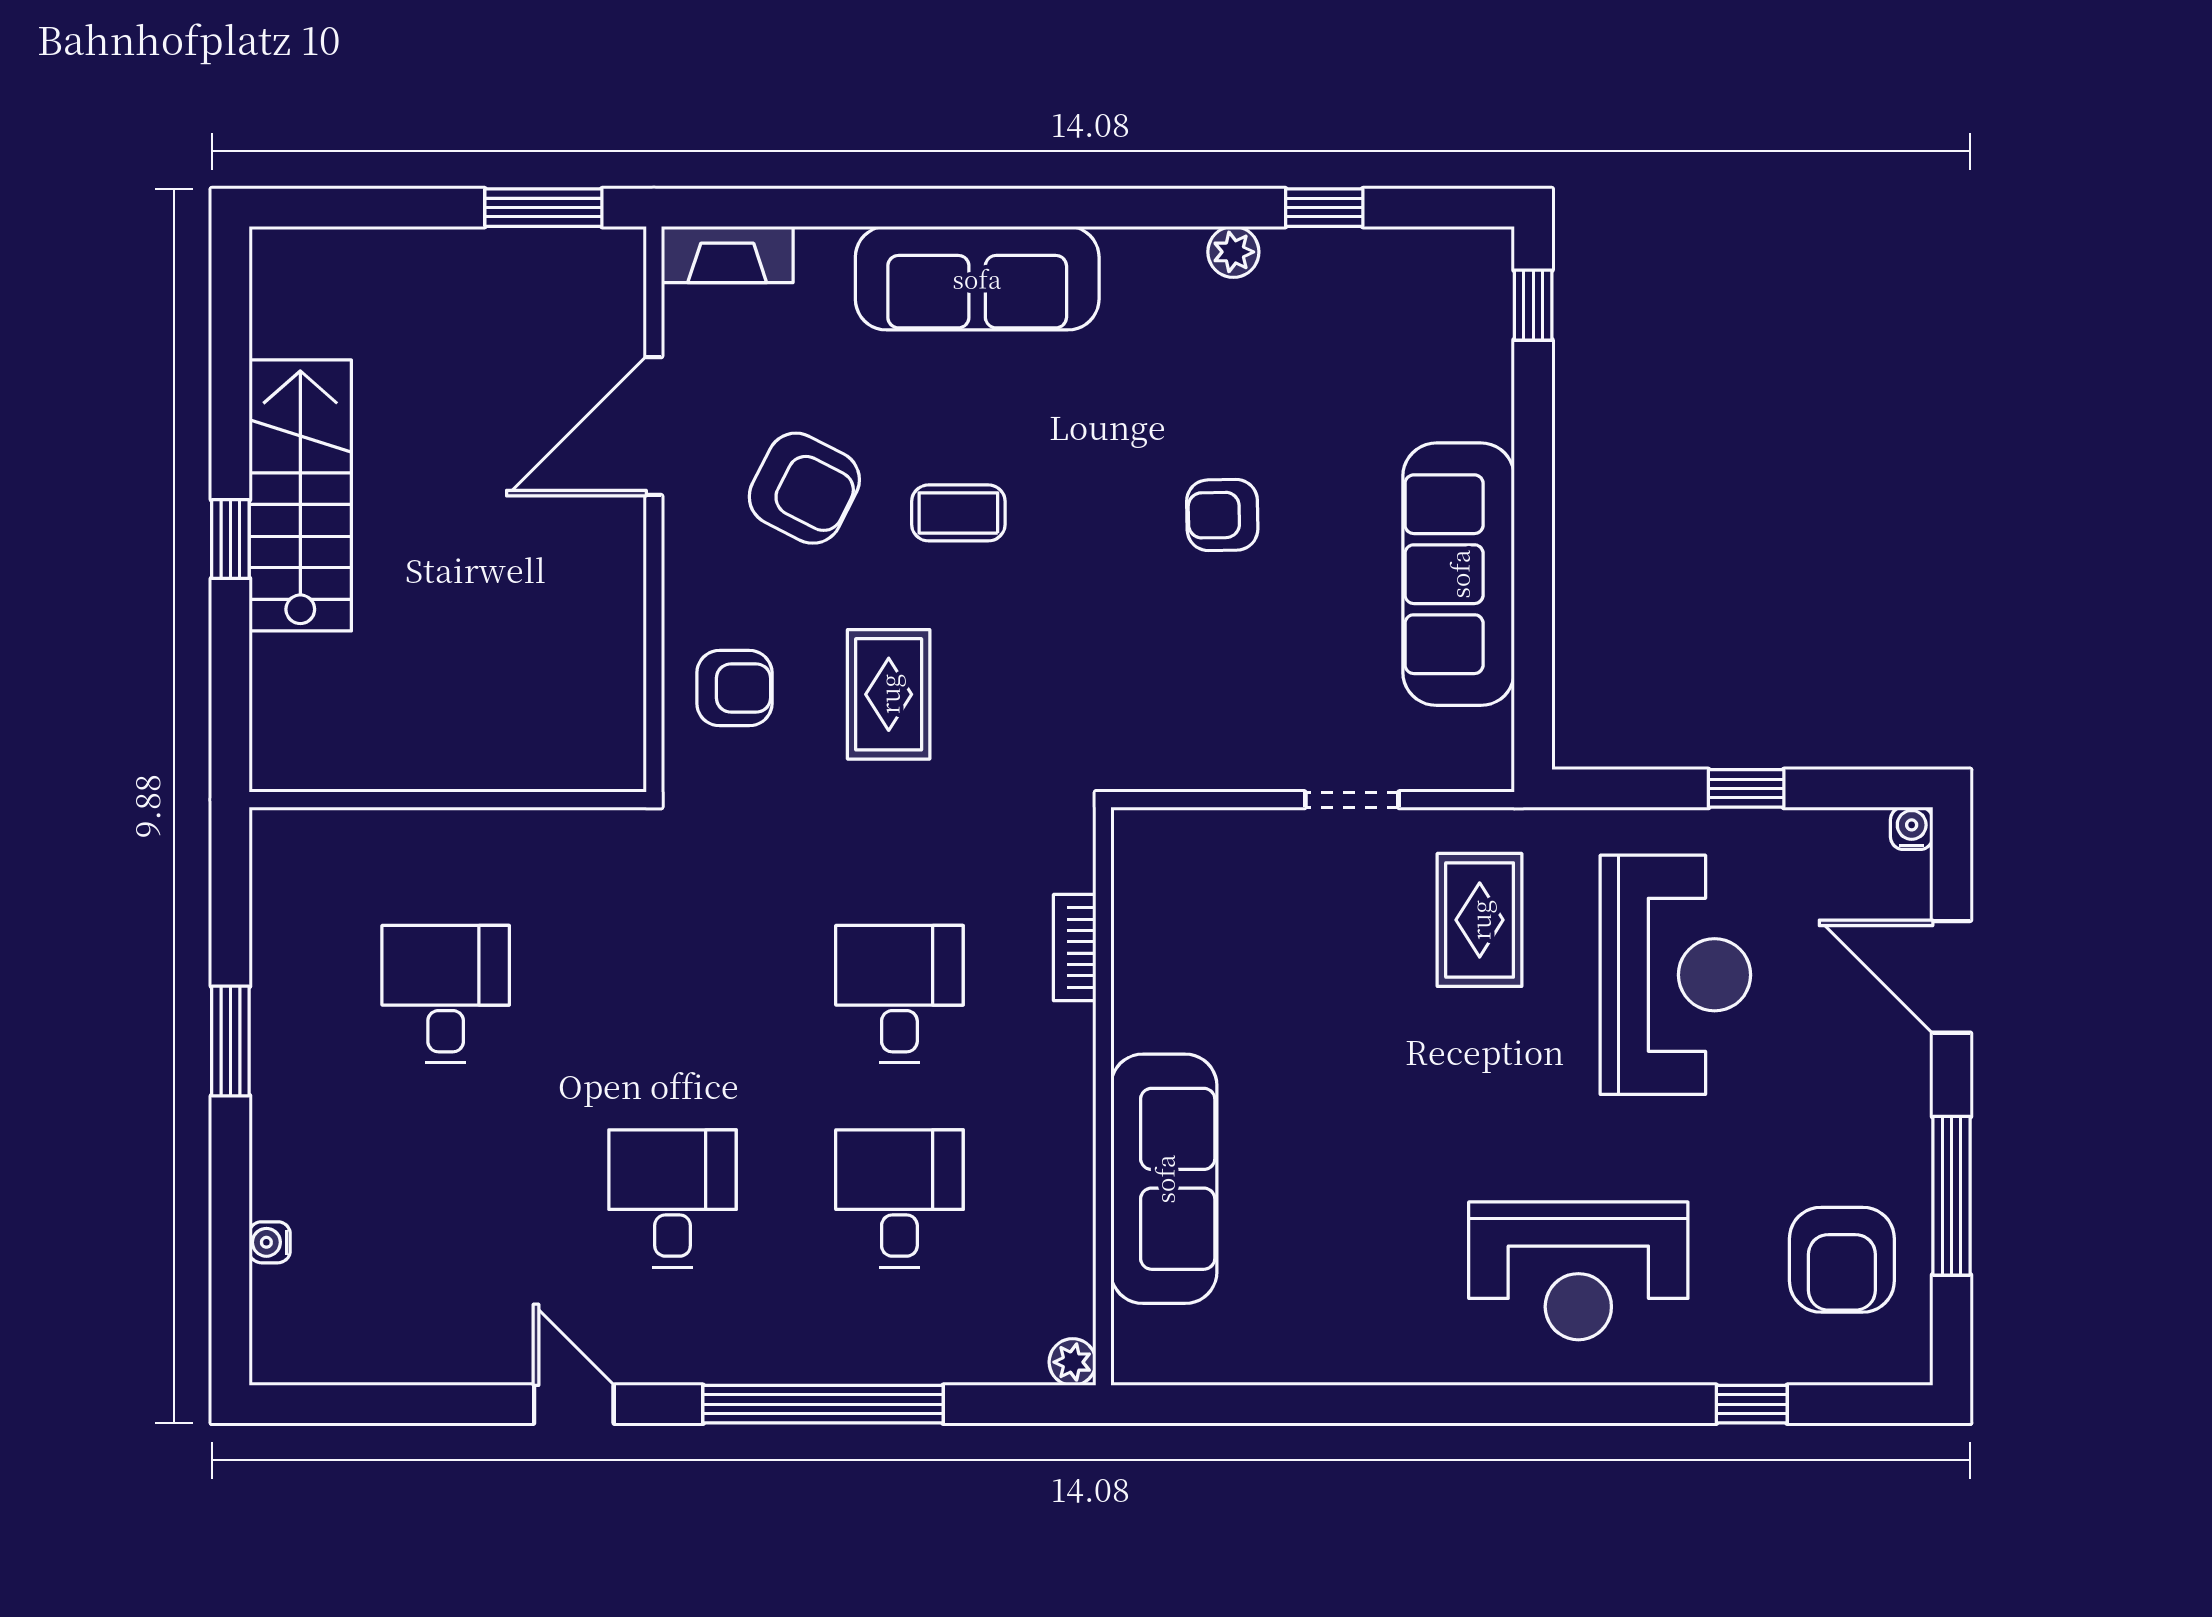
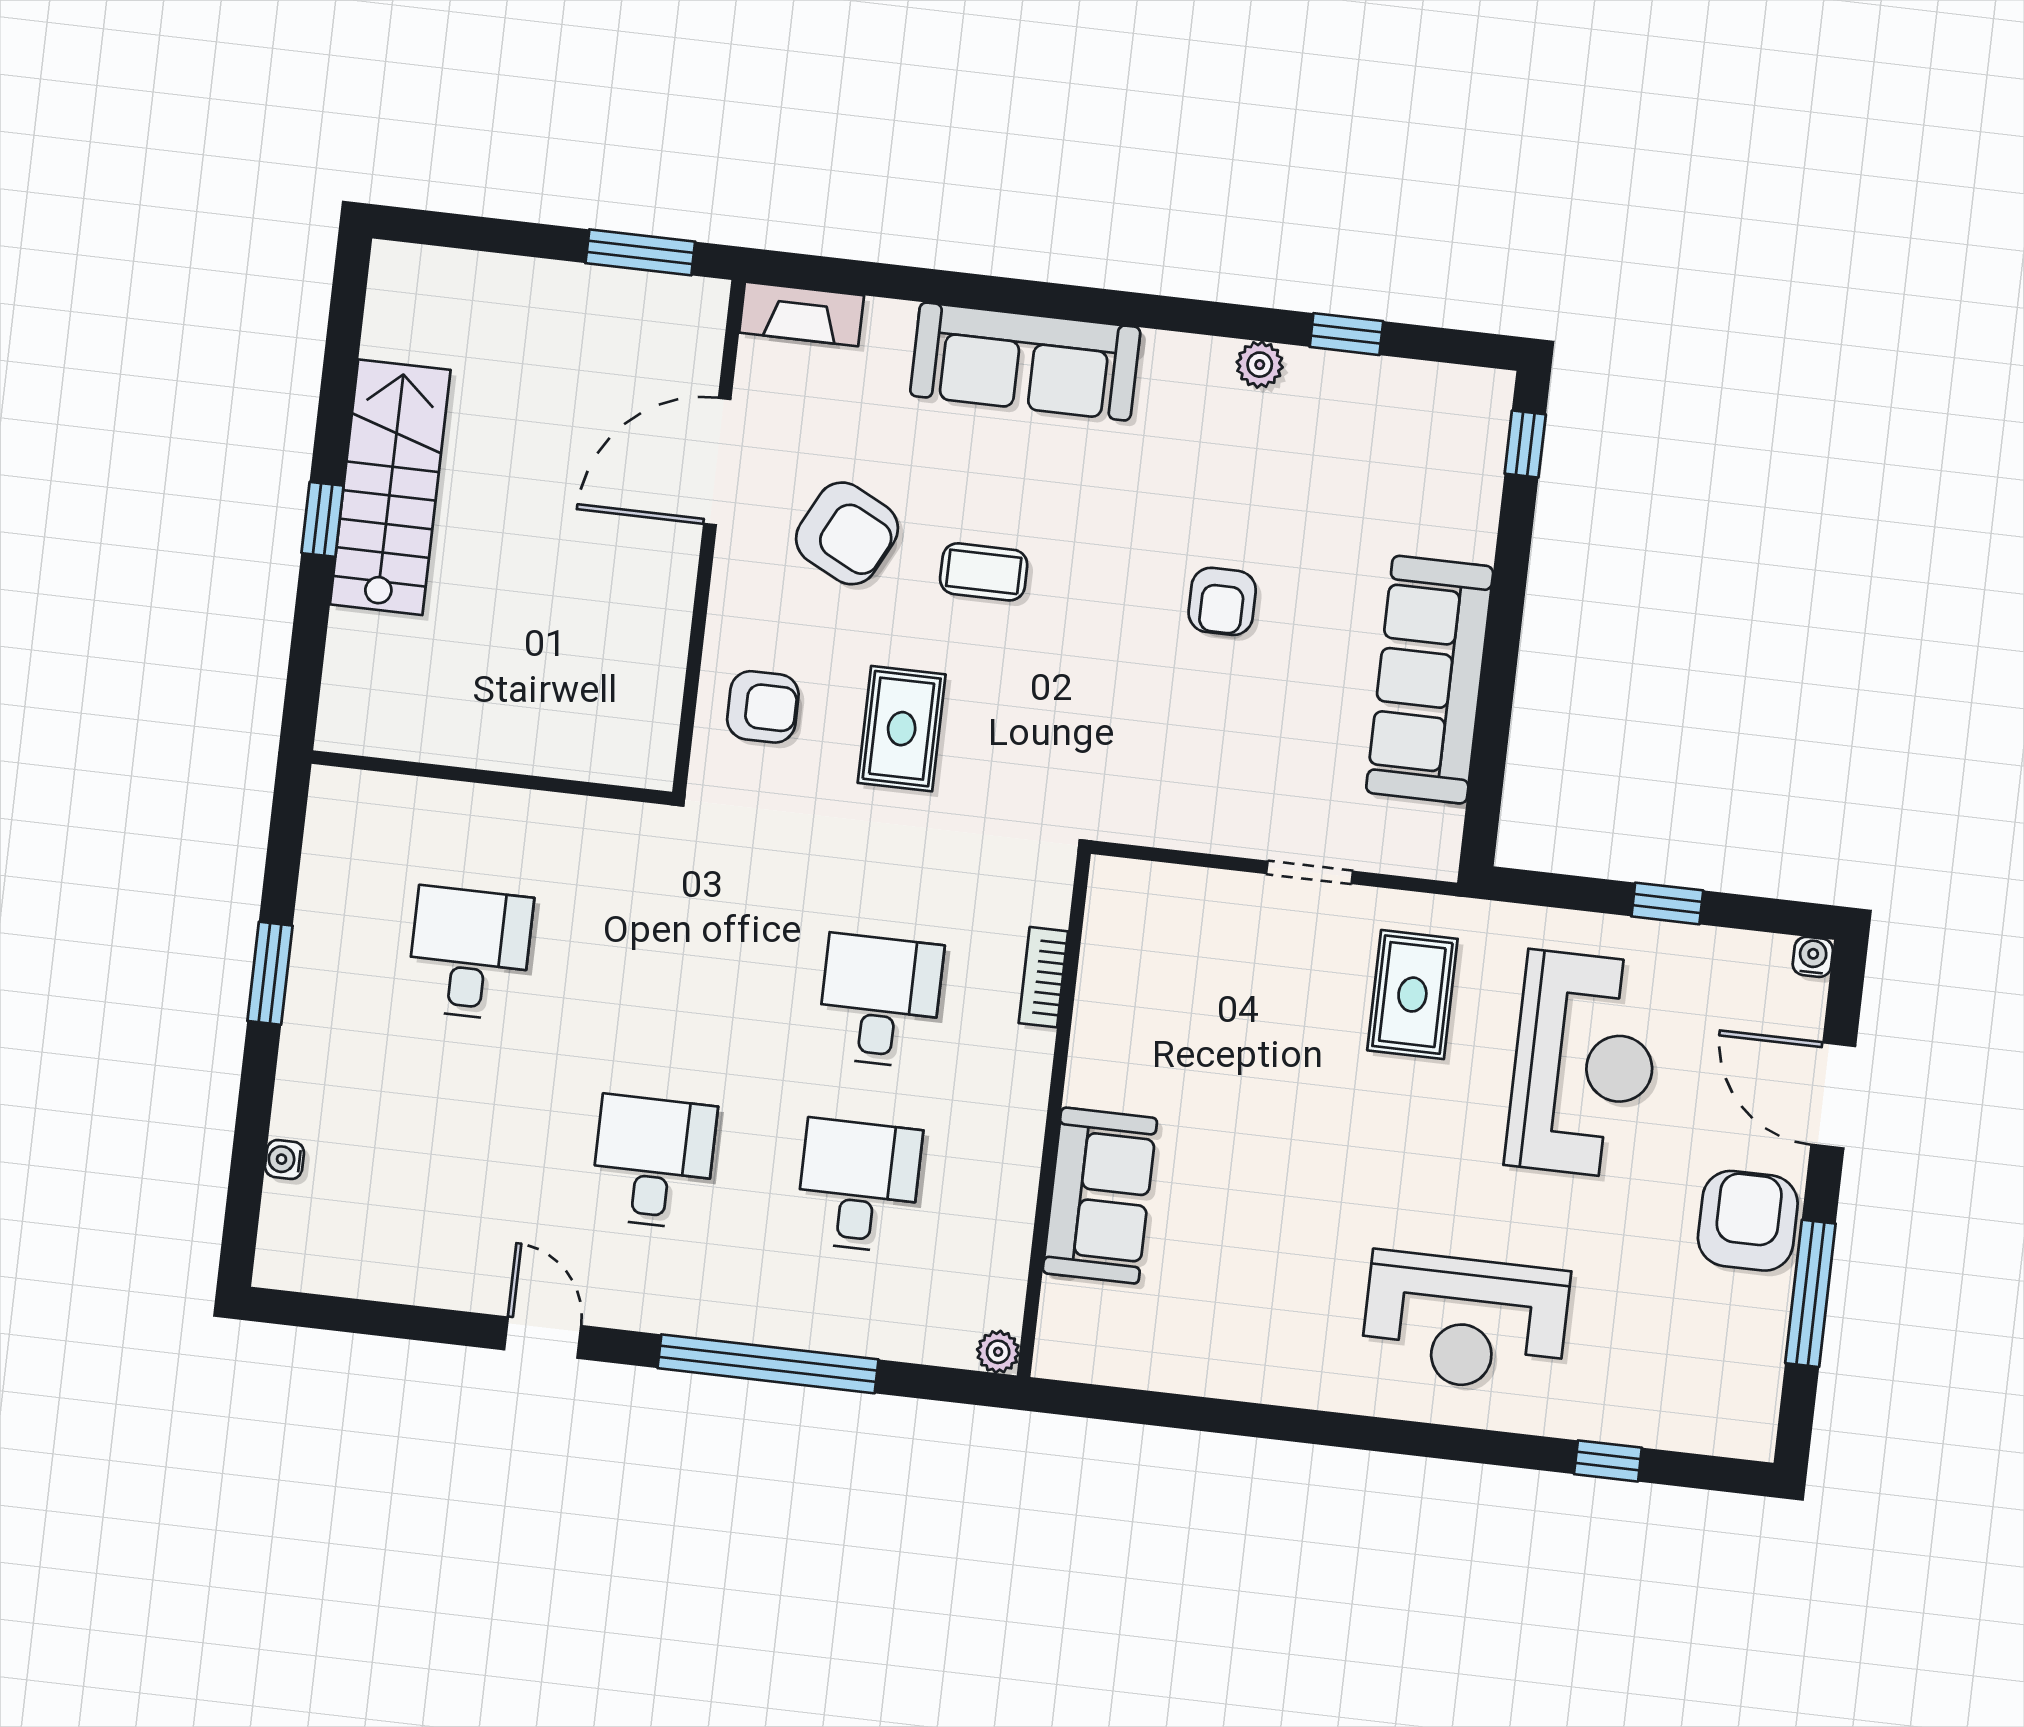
armchair: (1222, 515) -> (1222, 601), turned -89
sofa: (1164, 1179) -> (1100, 1196), width x0.73
armchair: (1842, 1260) -> (1748, 1221), moved, turned 180

